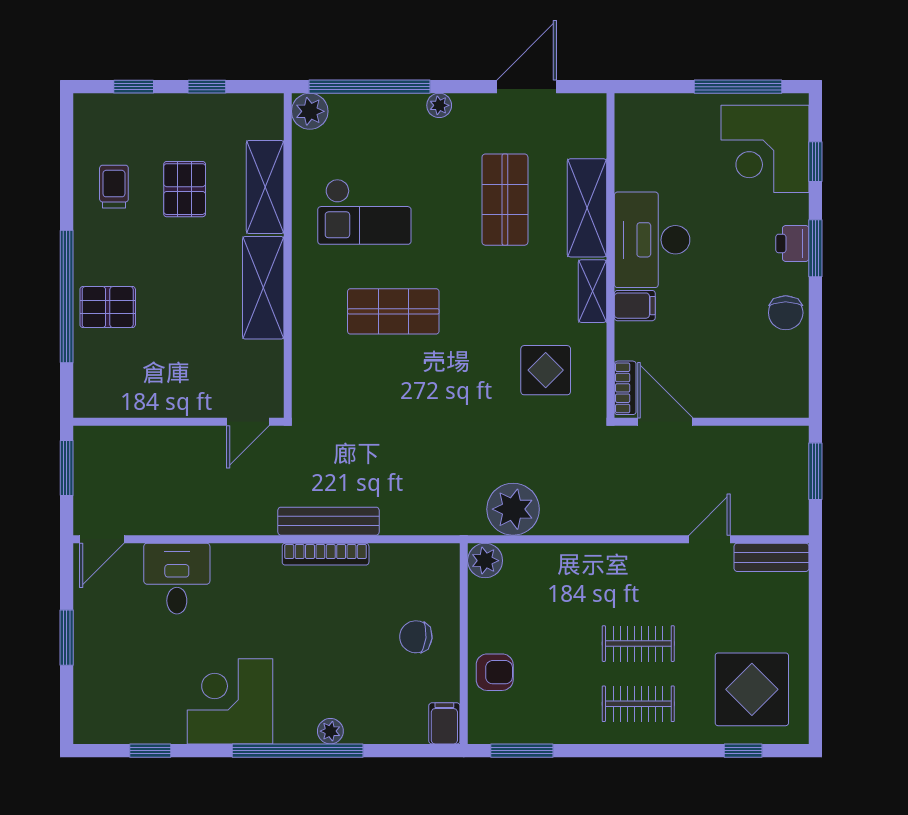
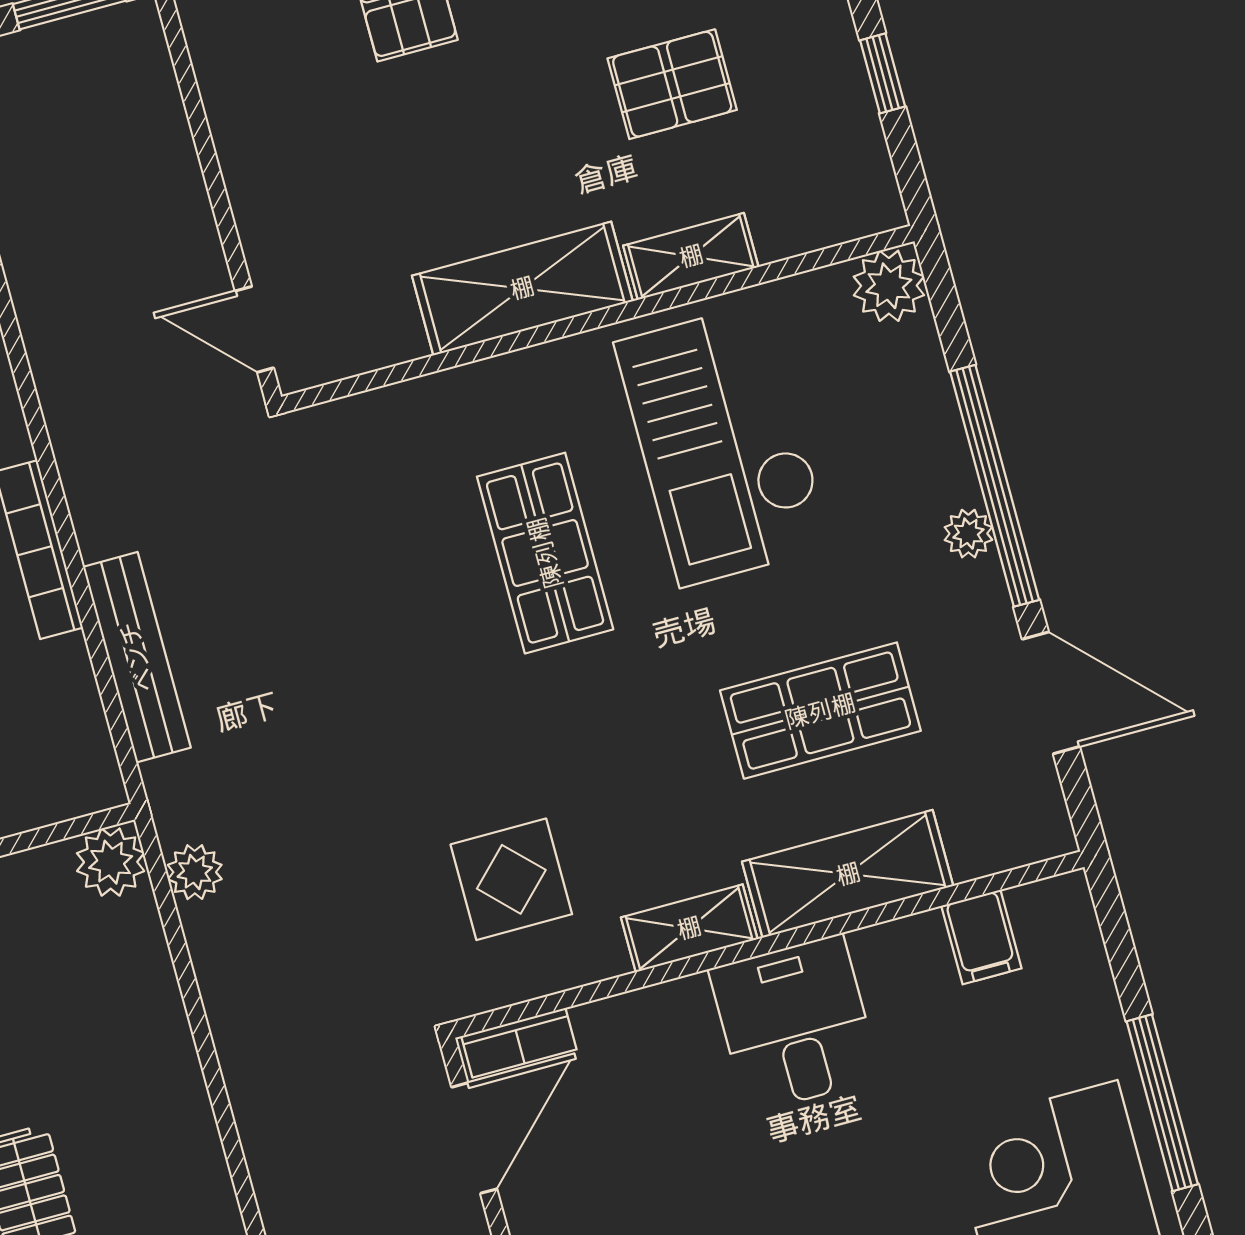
window: (370, 87) -> (995, 486), moved
shelving: (265, 187) -> (691, 256), width x0.67, depth x0.75
checkout: (364, 212) -> (723, 445), width x1.36, depth x1.21
desk: (652, 240) -> (795, 1024), width x0.73
filing cabinet: (635, 306) -> (981, 937), moved
plant: (513, 509) -> (195, 872), width x0.53, depth x0.53
bench: (329, 521) -> (137, 657), moved

